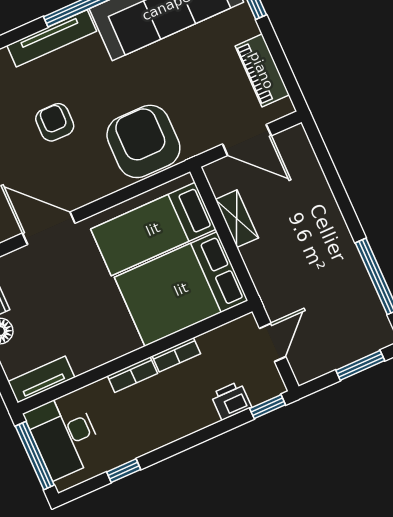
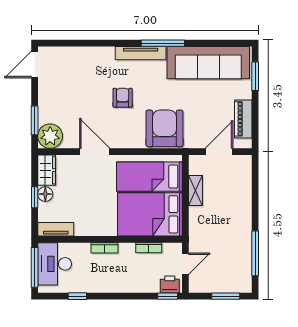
door: (247, 140) -> (219, 152), swing flipped
bookcase: (176, 355) -> (149, 248), moved
printer: (231, 401) -> (170, 284), moved

